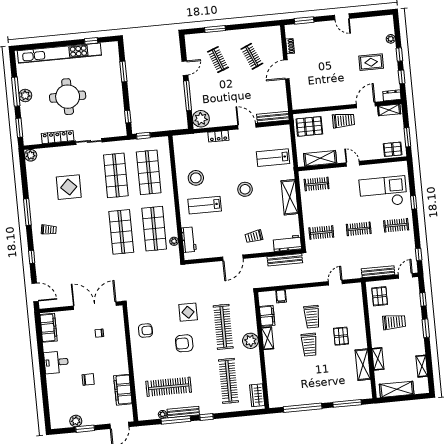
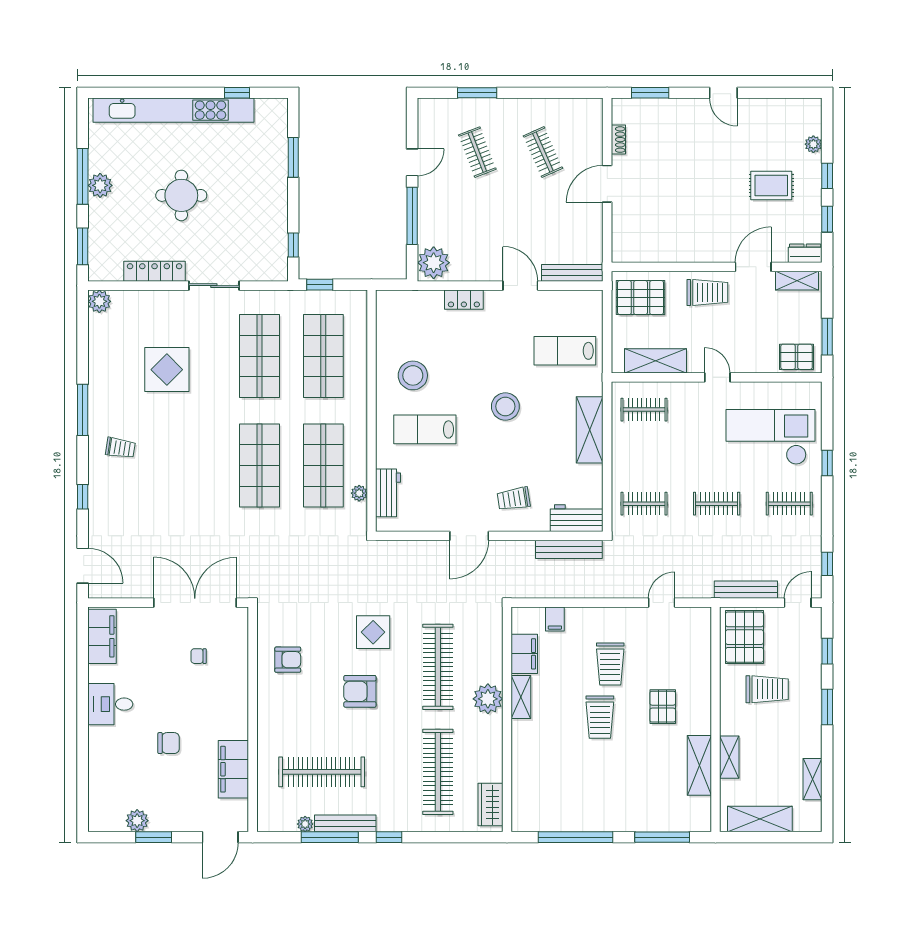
round table: (68, 97) -> (181, 195), width x0.73, depth x0.73
pallet: (380, 296) -> (744, 637), width x1.50, depth x1.42

